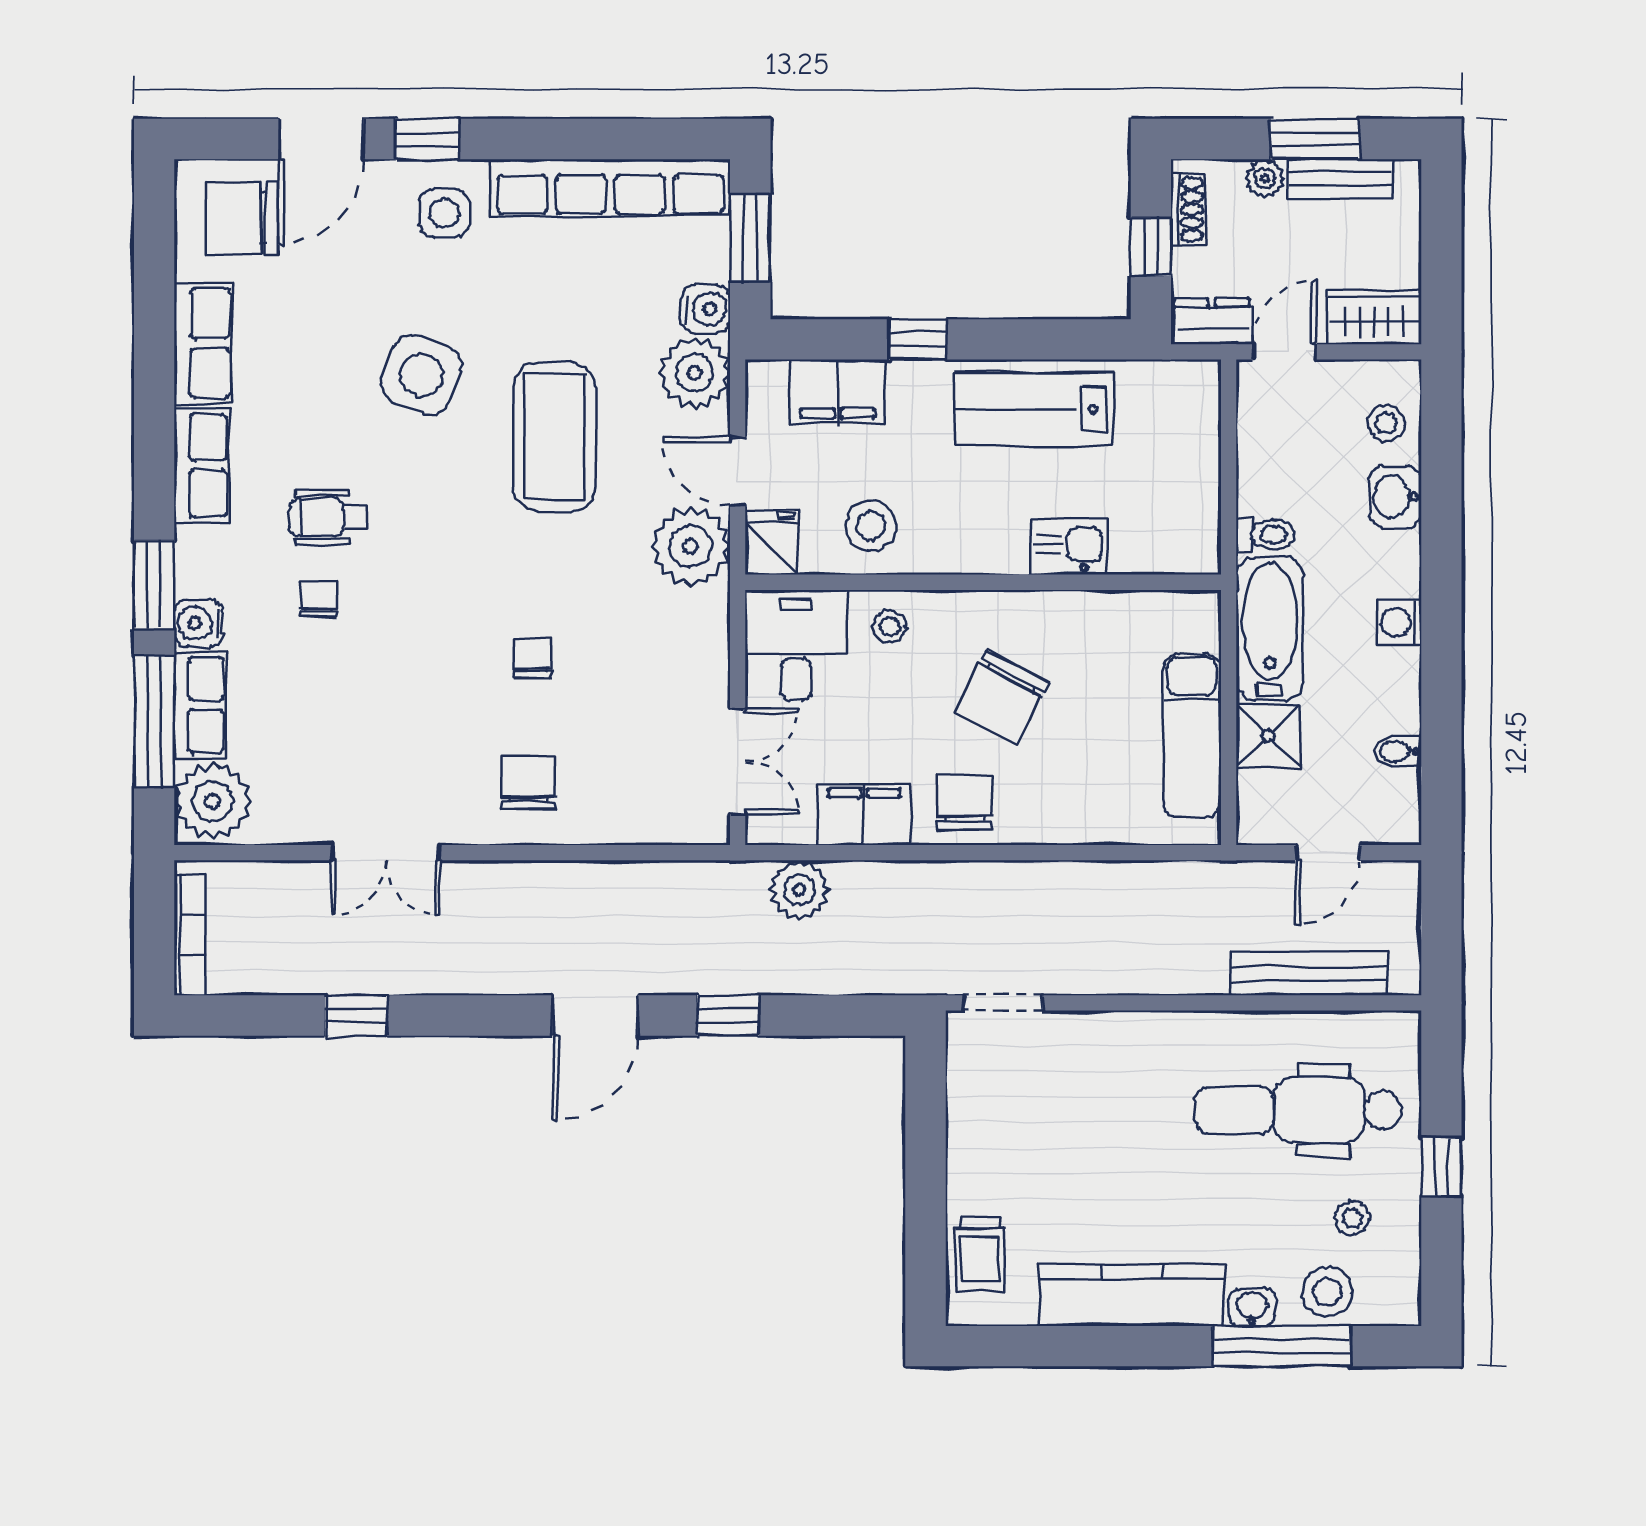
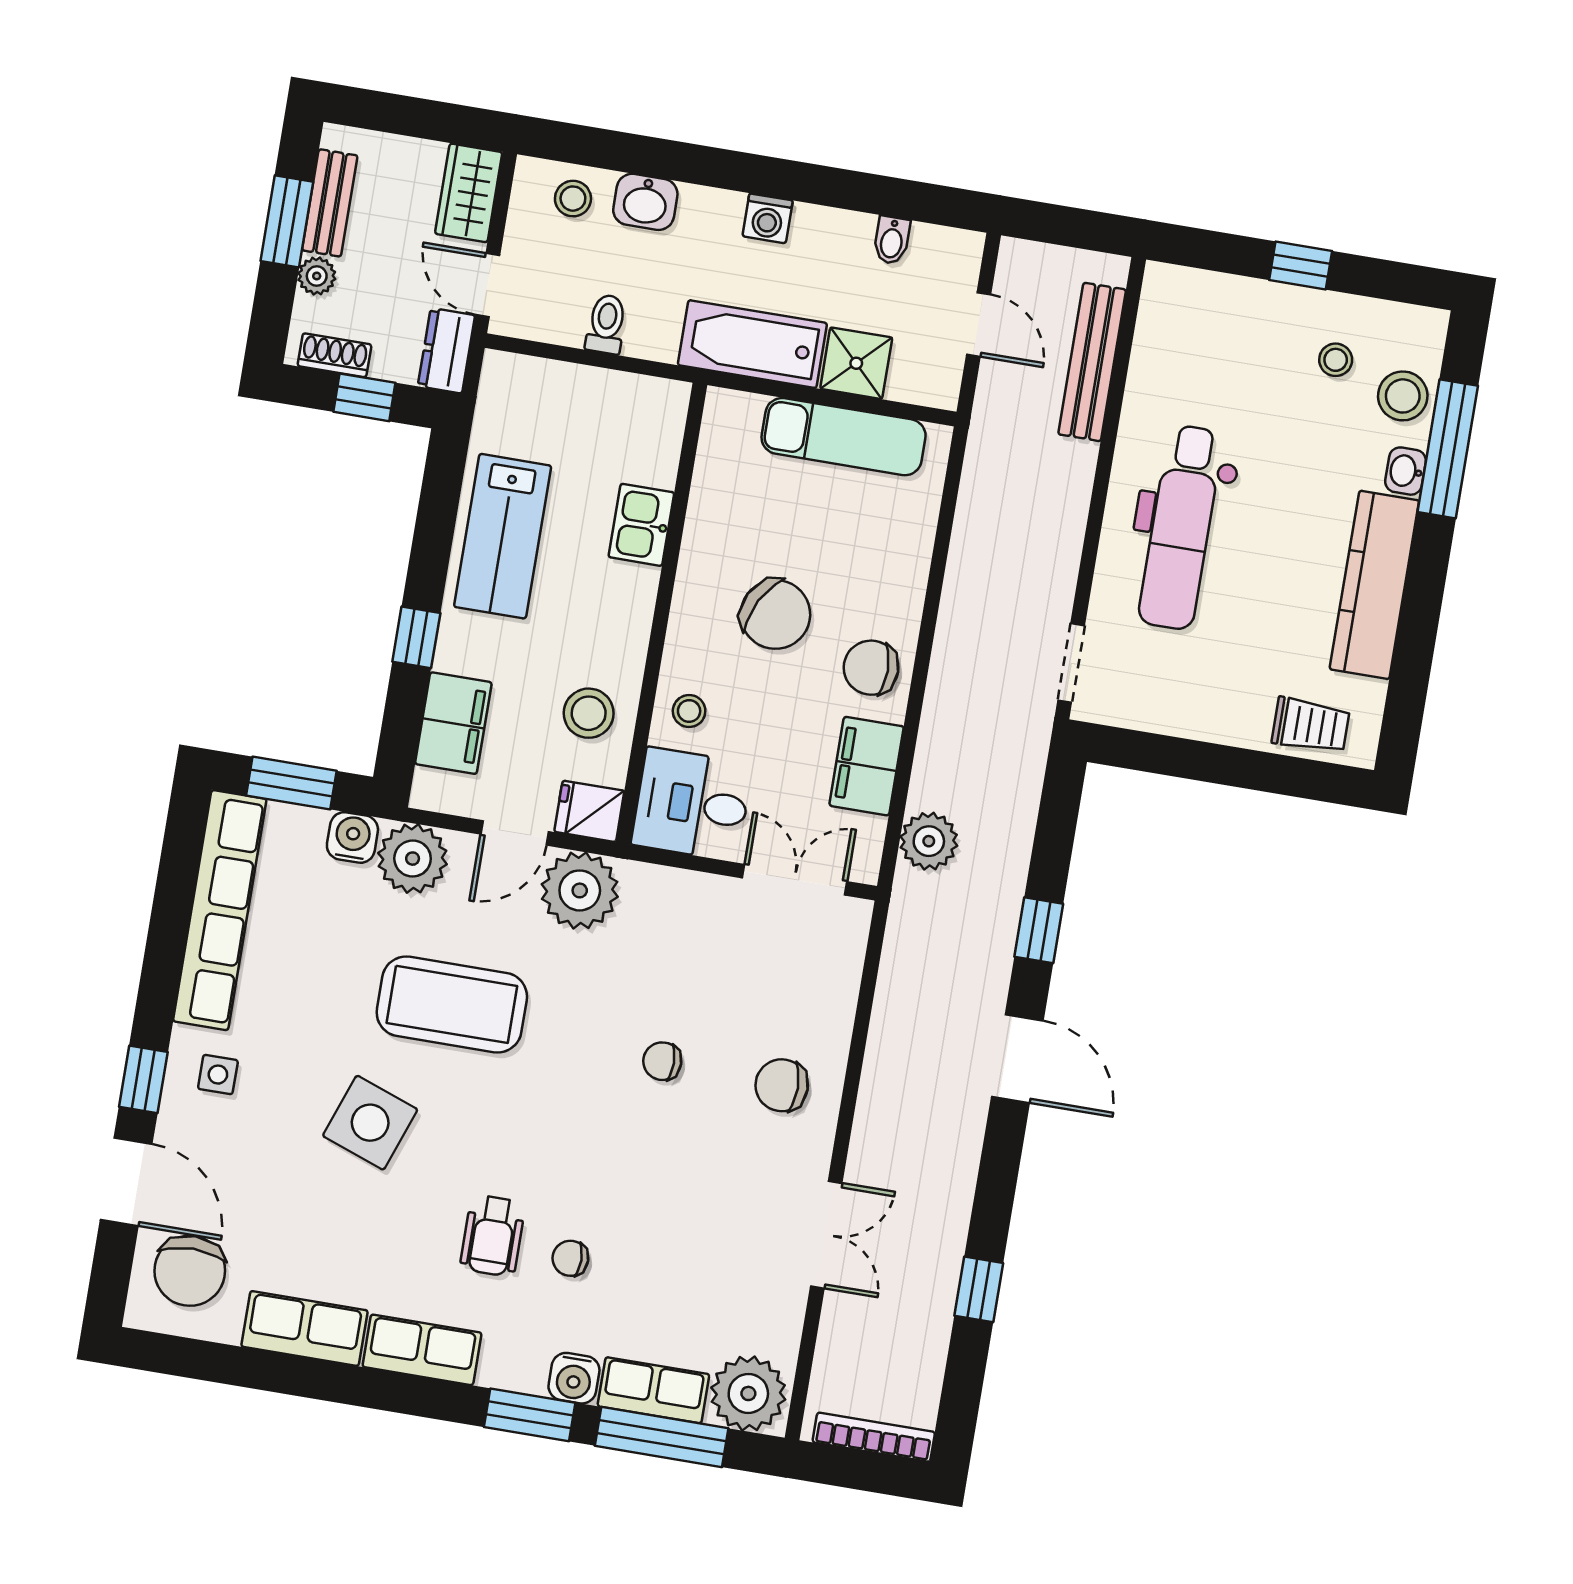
side table: (444, 213) -> (218, 1075), width x0.73, depth x0.73
toilet: (1265, 535) -> (606, 324), moved
dental chair: (1298, 1110) -> (1181, 527), moved

